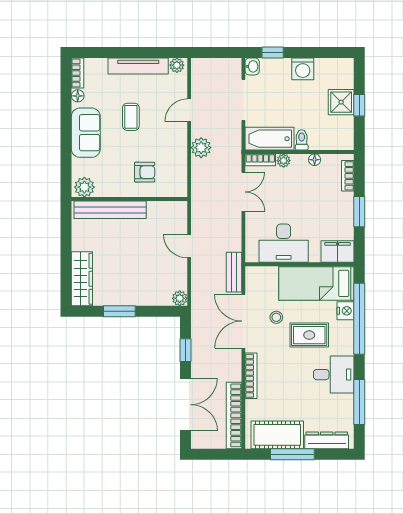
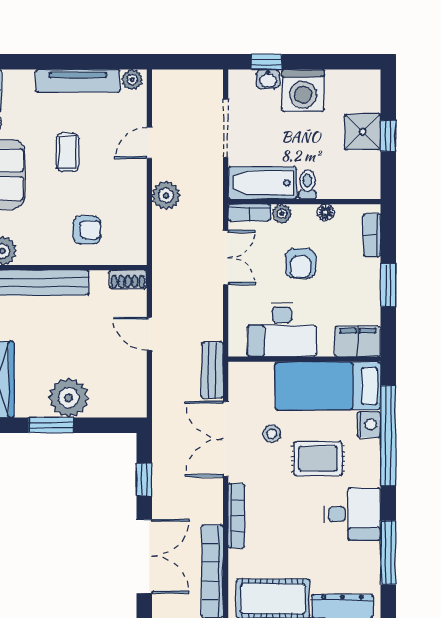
washbasin: (252, 66) -> (268, 79), moved, turned 90
washing machine: (303, 69) -> (303, 90), width x1.37, depth x1.37
armchair: (297, 196) -> (301, 263), added
shoe rack: (174, 207) -> (128, 279), added
plant: (180, 298) -> (69, 398), moved, width x1.88, depth x1.88

